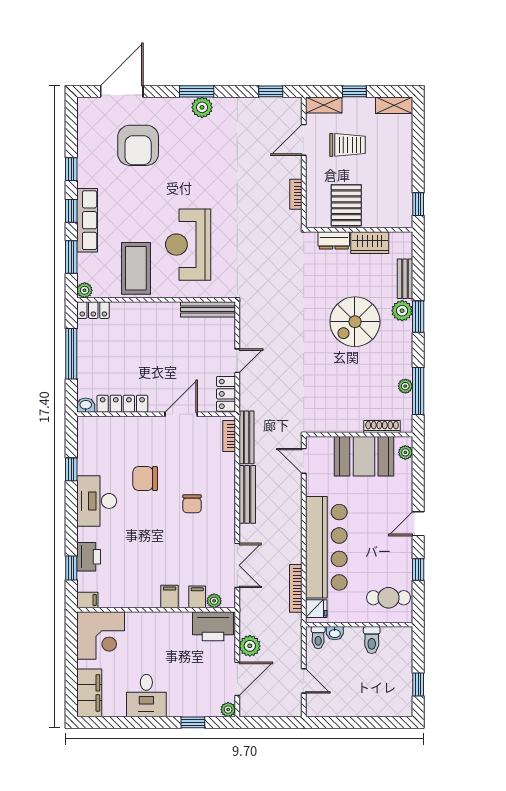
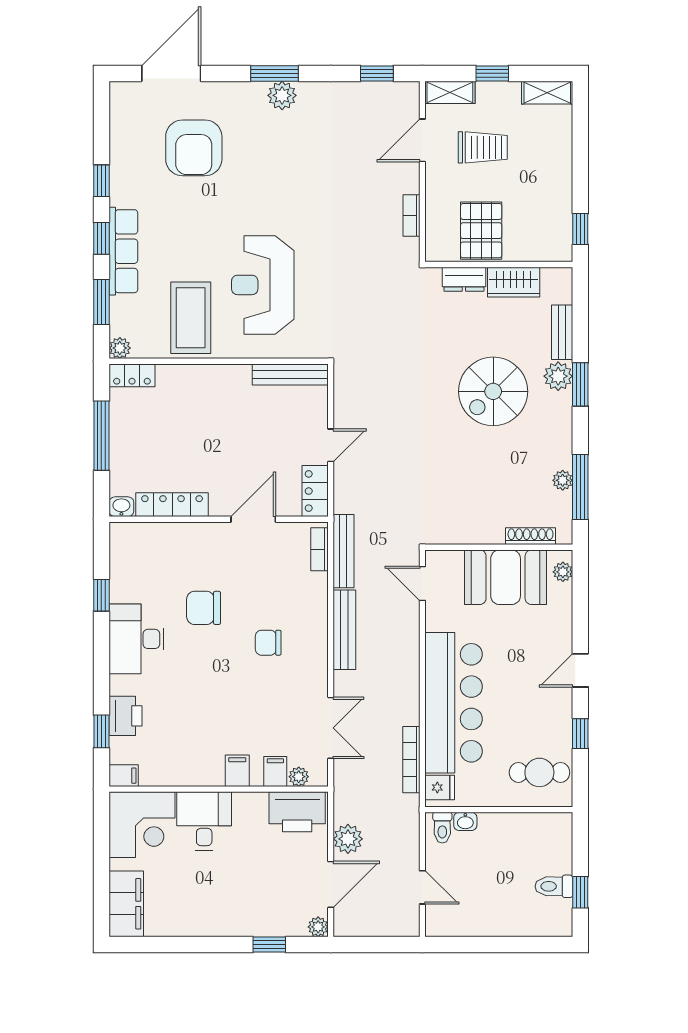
chair: (192, 504) -> (268, 643), turned 90
toilet: (372, 640) -> (554, 886), moved, turned 90
desk: (146, 696) -> (204, 821), moved, turned 180

